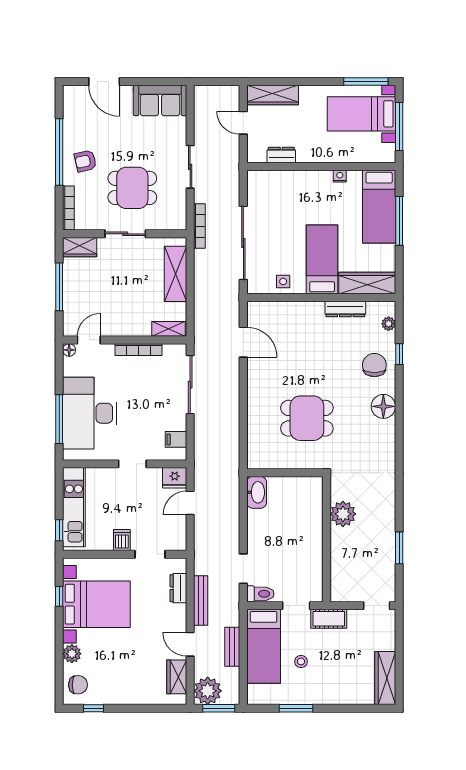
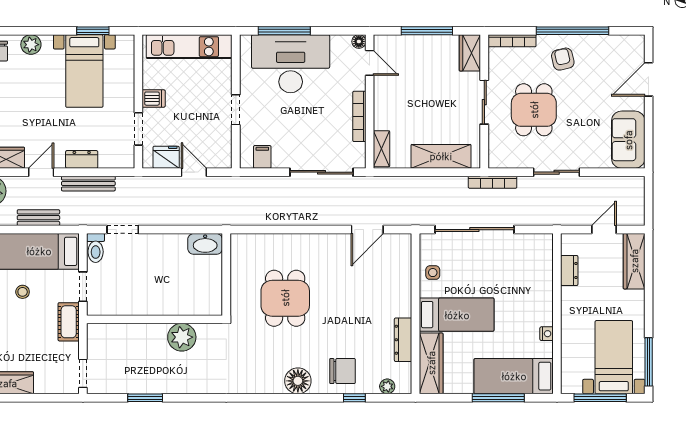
fridge: (175, 478) -> (166, 157), moved, turned 90
window: (59, 530) -> (164, 31), removed
dresser: (178, 588) -> (82, 159), moved
window: (59, 596) -> (93, 31), width x1.50
bed with nightstands: (96, 604) -> (84, 71), width x0.73

